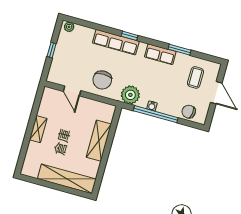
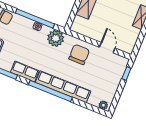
window: (130, 36) -> (50, 91), width x3.17
row of seats: (116, 42) -> (63, 87), width x1.36
window: (52, 50) -> (126, 74), moved

